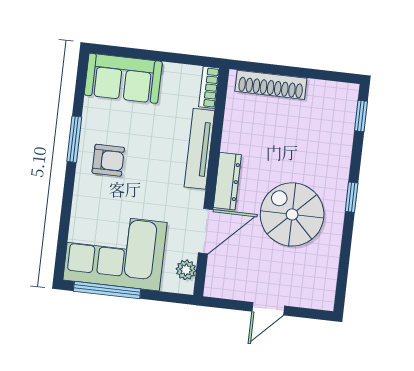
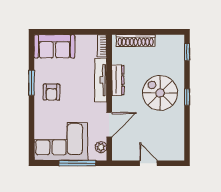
armchair: (108, 160) -> (51, 92), turned 90
dresser: (227, 181) -> (118, 80), moved
spiral stairs: (292, 214) -> (160, 93), moved
window: (107, 290) -> (77, 163), moved
door: (268, 309) -> (148, 163), swing flipped

